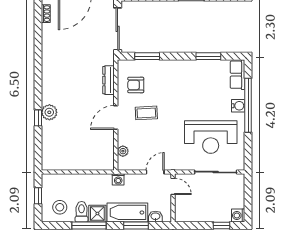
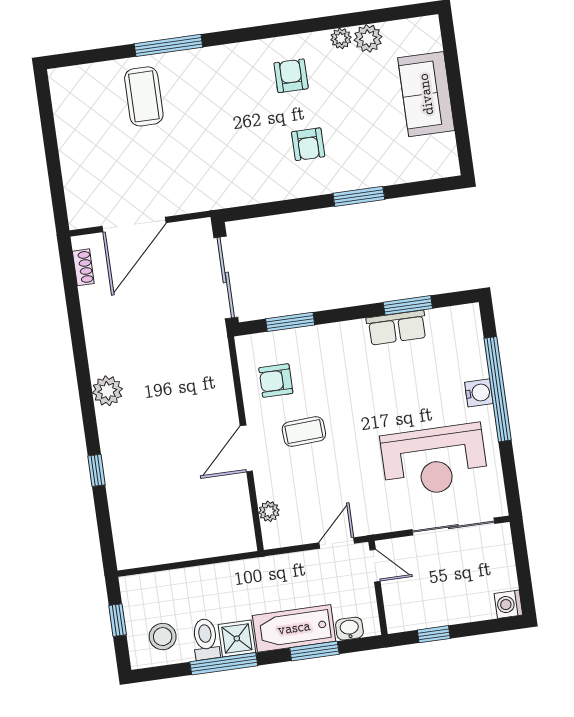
row of seats: (237, 75) -> (397, 328), moved, turned -90
dresser: (109, 80) -> (222, 379), removed
plant: (49, 112) -> (107, 391), moved
washing machine: (118, 179) -> (268, 567), removed
window: (222, 225) -> (434, 634), moved

